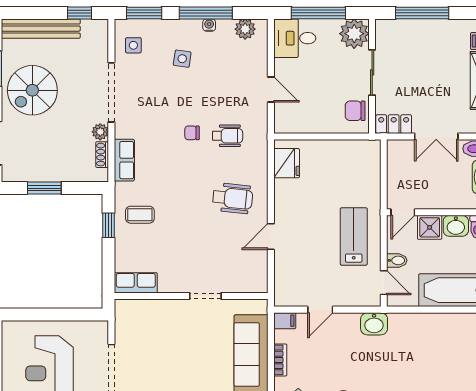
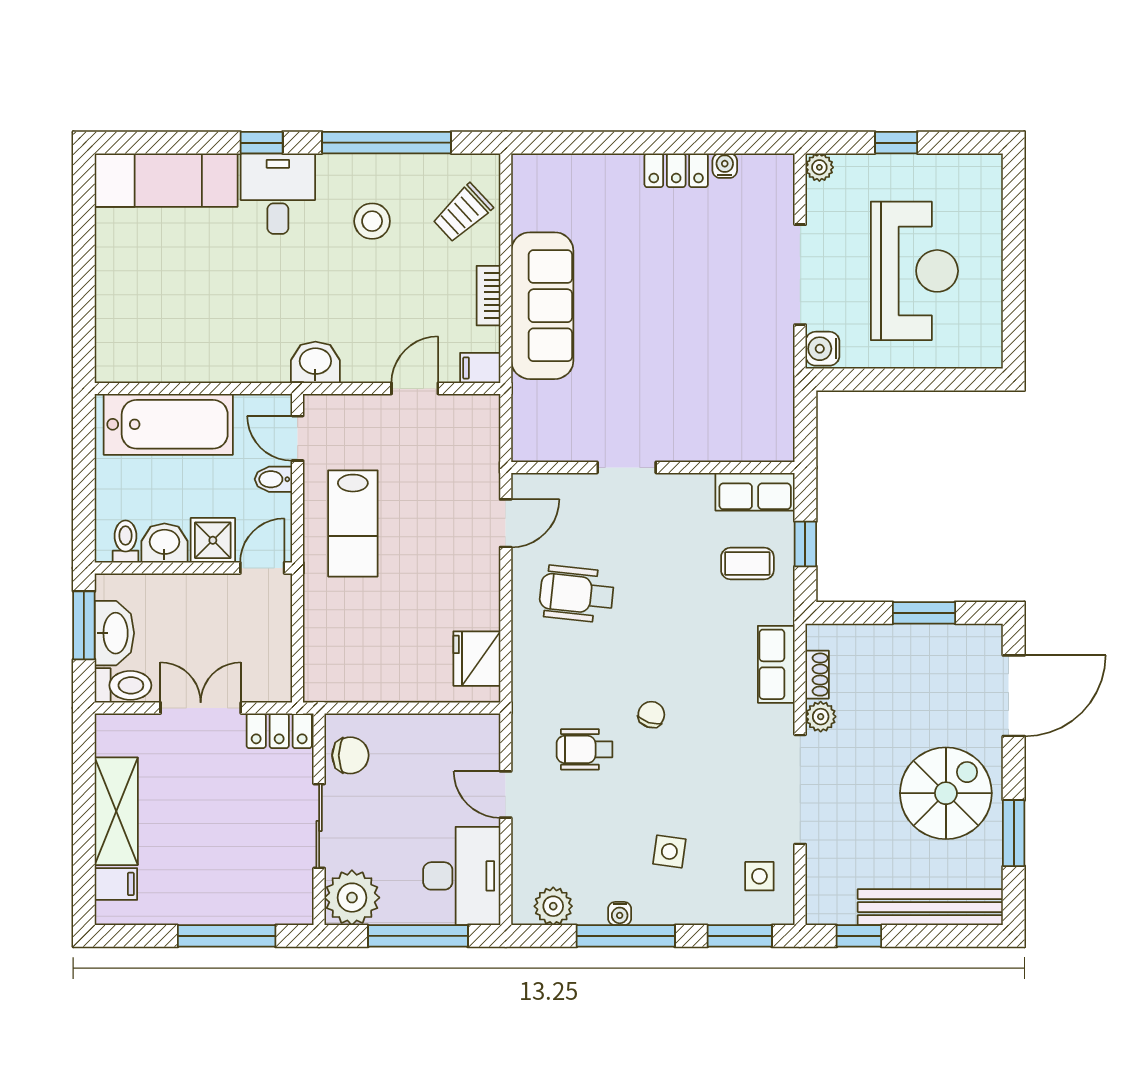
desk: (295, 38) -> (462, 876), width x1.37
chair: (192, 133) -> (651, 715), turned -72
wheelchair: (227, 136) -> (584, 749), moved
row of seats: (136, 283) -> (755, 492), moved
wall: (191, 296) -> (653, 467), moved
doorway: (205, 296) -> (627, 467), moved
water cooler: (99, 331) -> (822, 349), added

